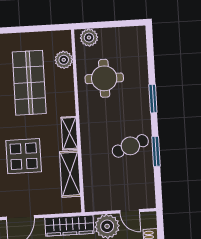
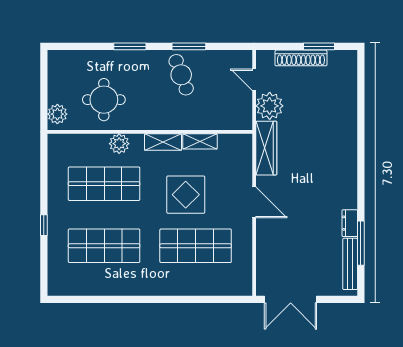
plant: (64, 60) -> (119, 144), moved
shelving: (70, 174) -> (200, 141), width x0.67, depth x0.75
door: (130, 211) -> (254, 80), swing flipped

